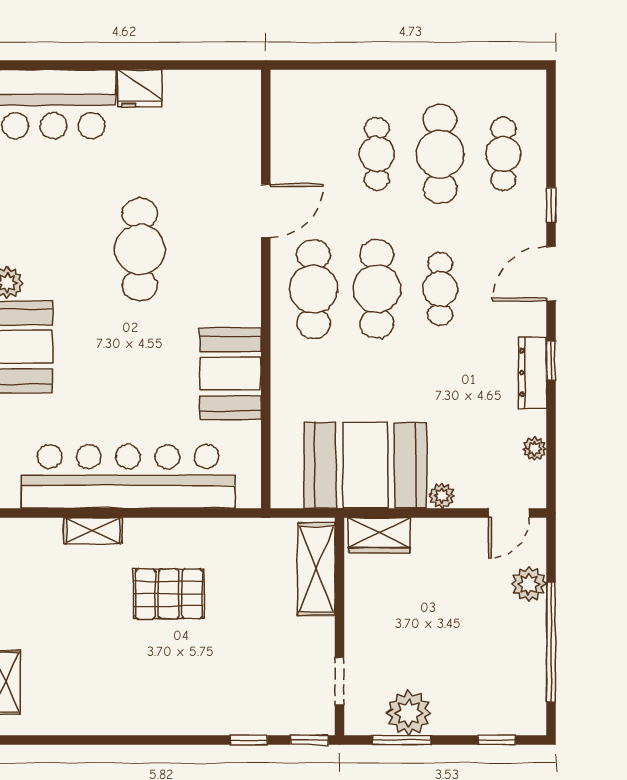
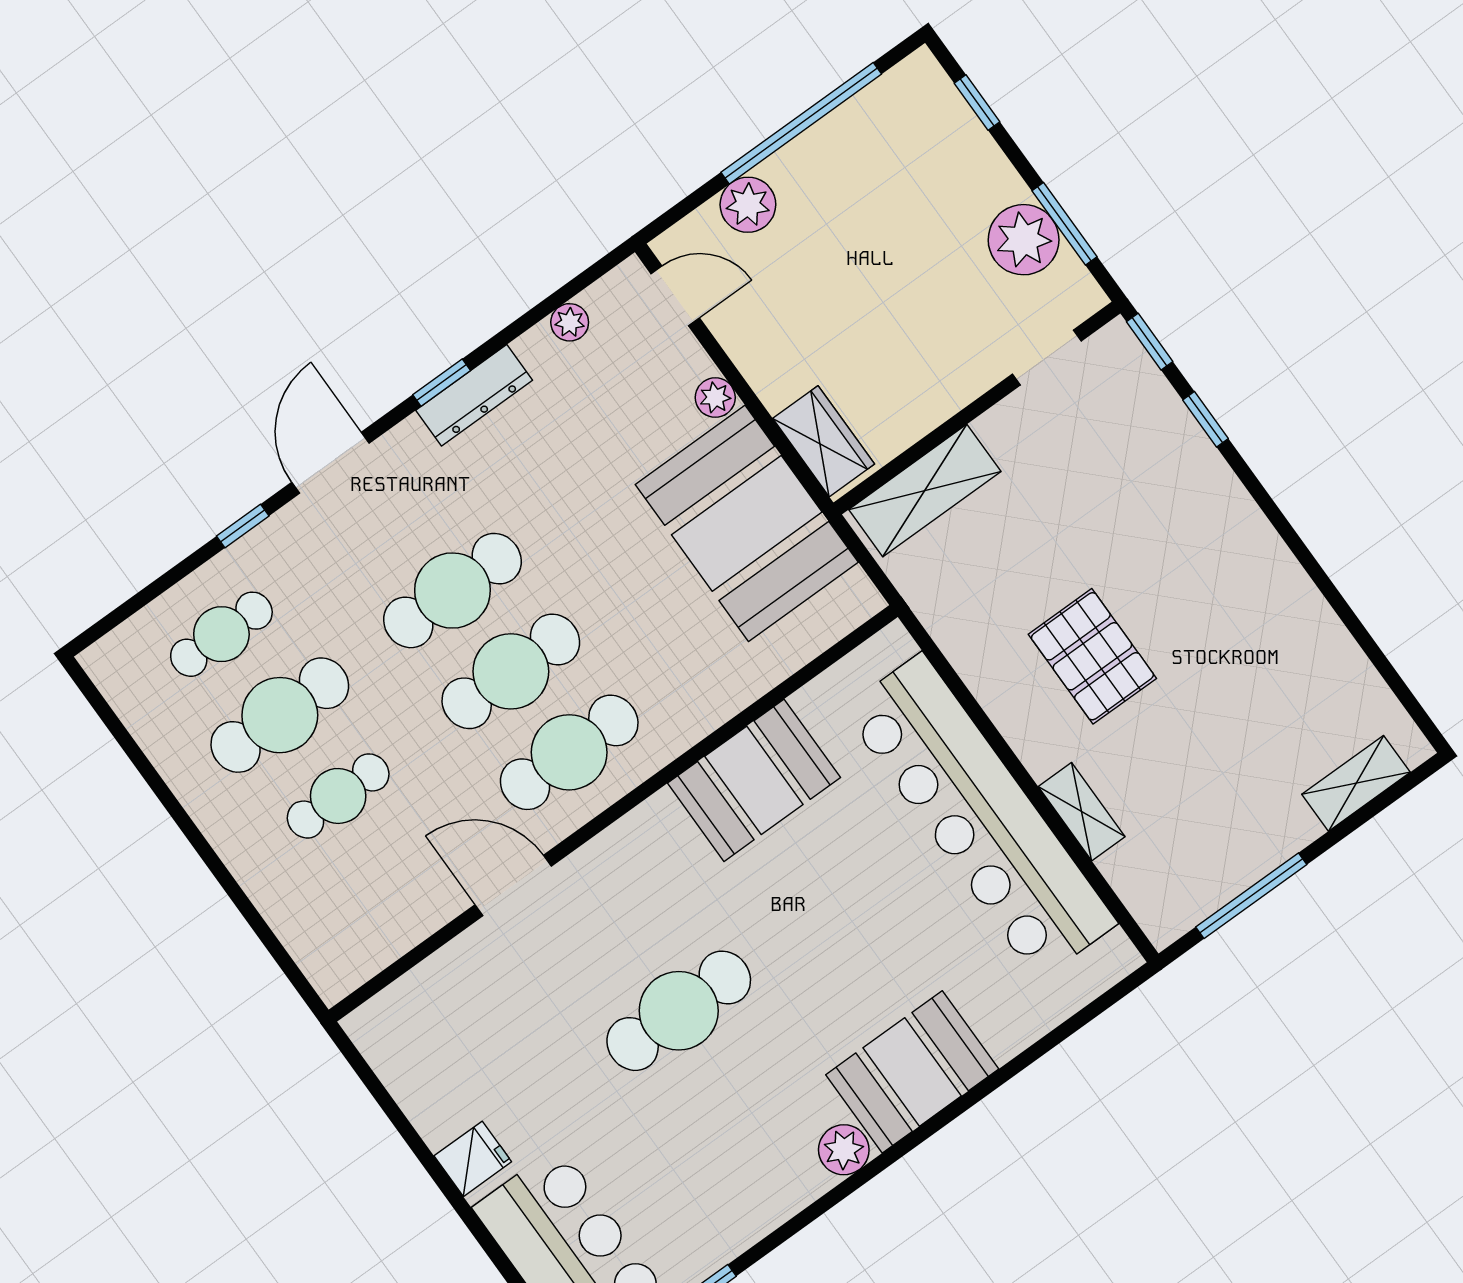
fridge: (140, 89) -> (473, 1159), width x0.72
door: (551, 274) -> (330, 463), swing flipped
cafe table: (440, 289) -> (452, 591), width x1.37, depth x1.35

